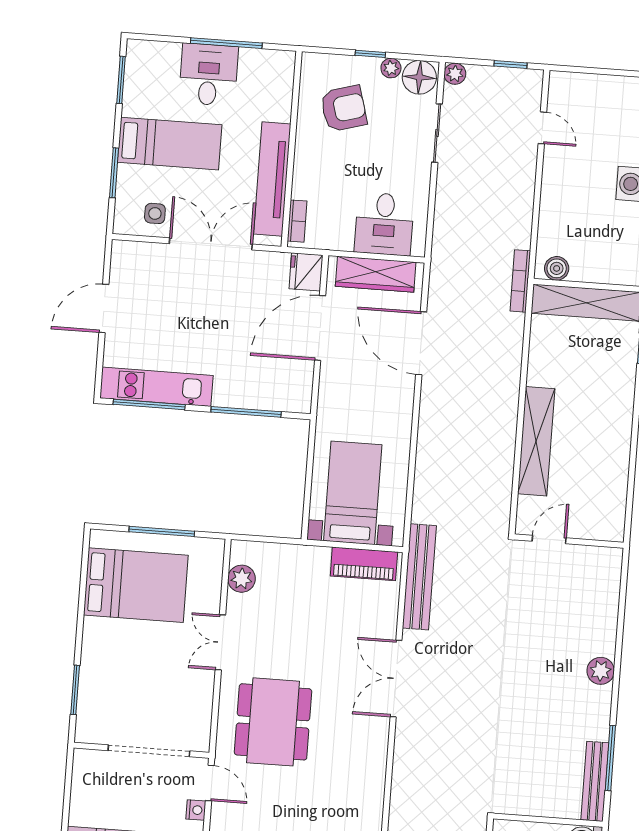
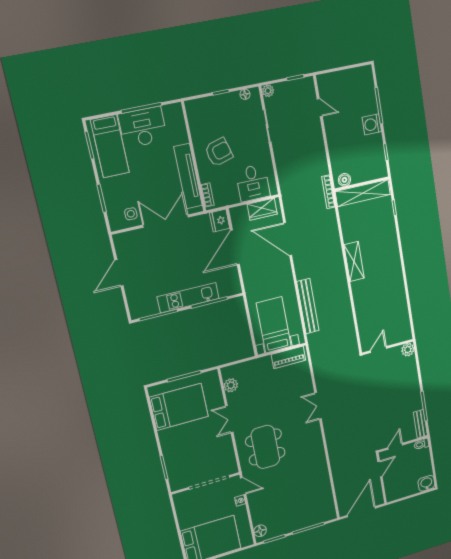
plant: (391, 68) -> (234, 97), removed
desk: (209, 75) -> (143, 127), width x1.37
floor lamp: (419, 77) -> (245, 94), width x0.53, depth x0.53
armchair: (344, 108) -> (219, 152), moved
bed: (170, 144) -> (110, 146), moved, turned 90
wardrobe: (376, 274) -> (262, 209), width x0.67
kitchen unit: (156, 387) -> (188, 298), moved
shelving: (536, 441) -> (354, 261), width x0.68
door: (549, 540) -> (378, 350), moved
wall: (569, 541) -> (388, 347), moved
bench: (419, 577) -> (308, 306), moved
plant: (601, 671) -> (408, 350), moved
double door: (396, 679) -> (318, 406), width x0.73
bench: (595, 781) -> (420, 424), width x0.73
door: (531, 819) -> (395, 446), added

